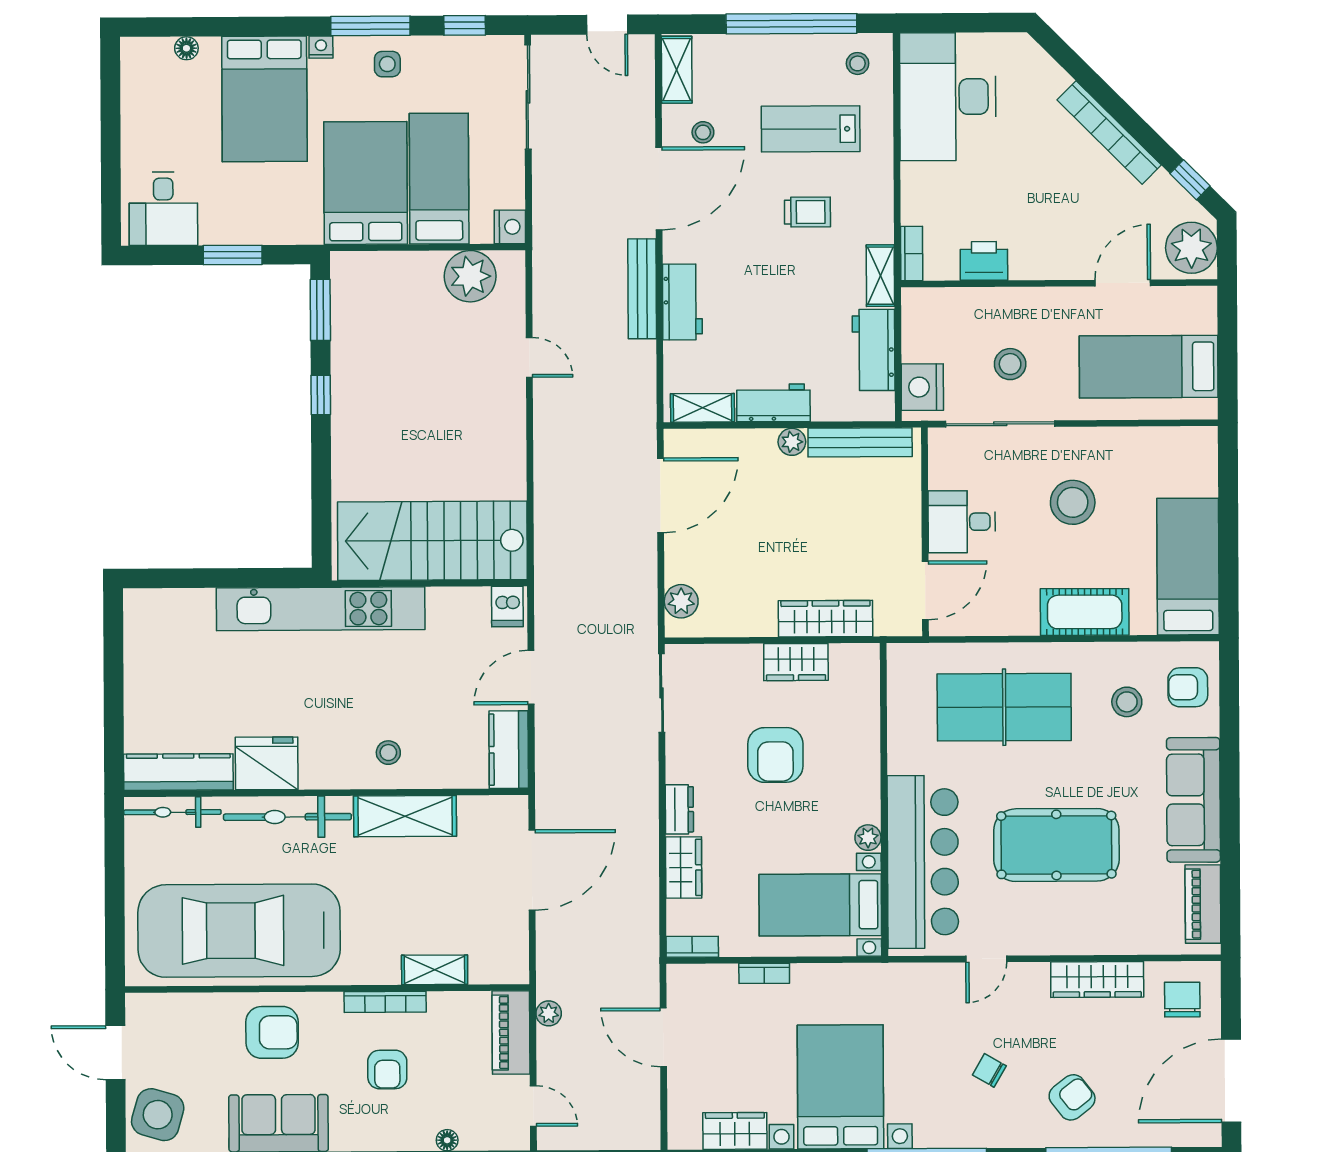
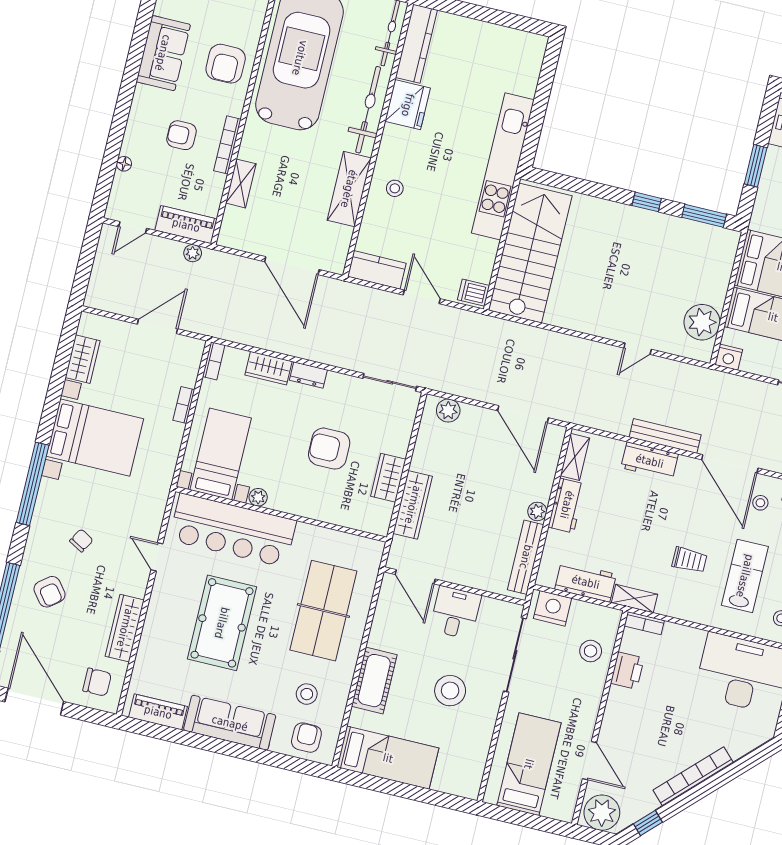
trolley: (807, 212) -> (689, 560), turned -90
stool: (1010, 364) -> (591, 651), moved

